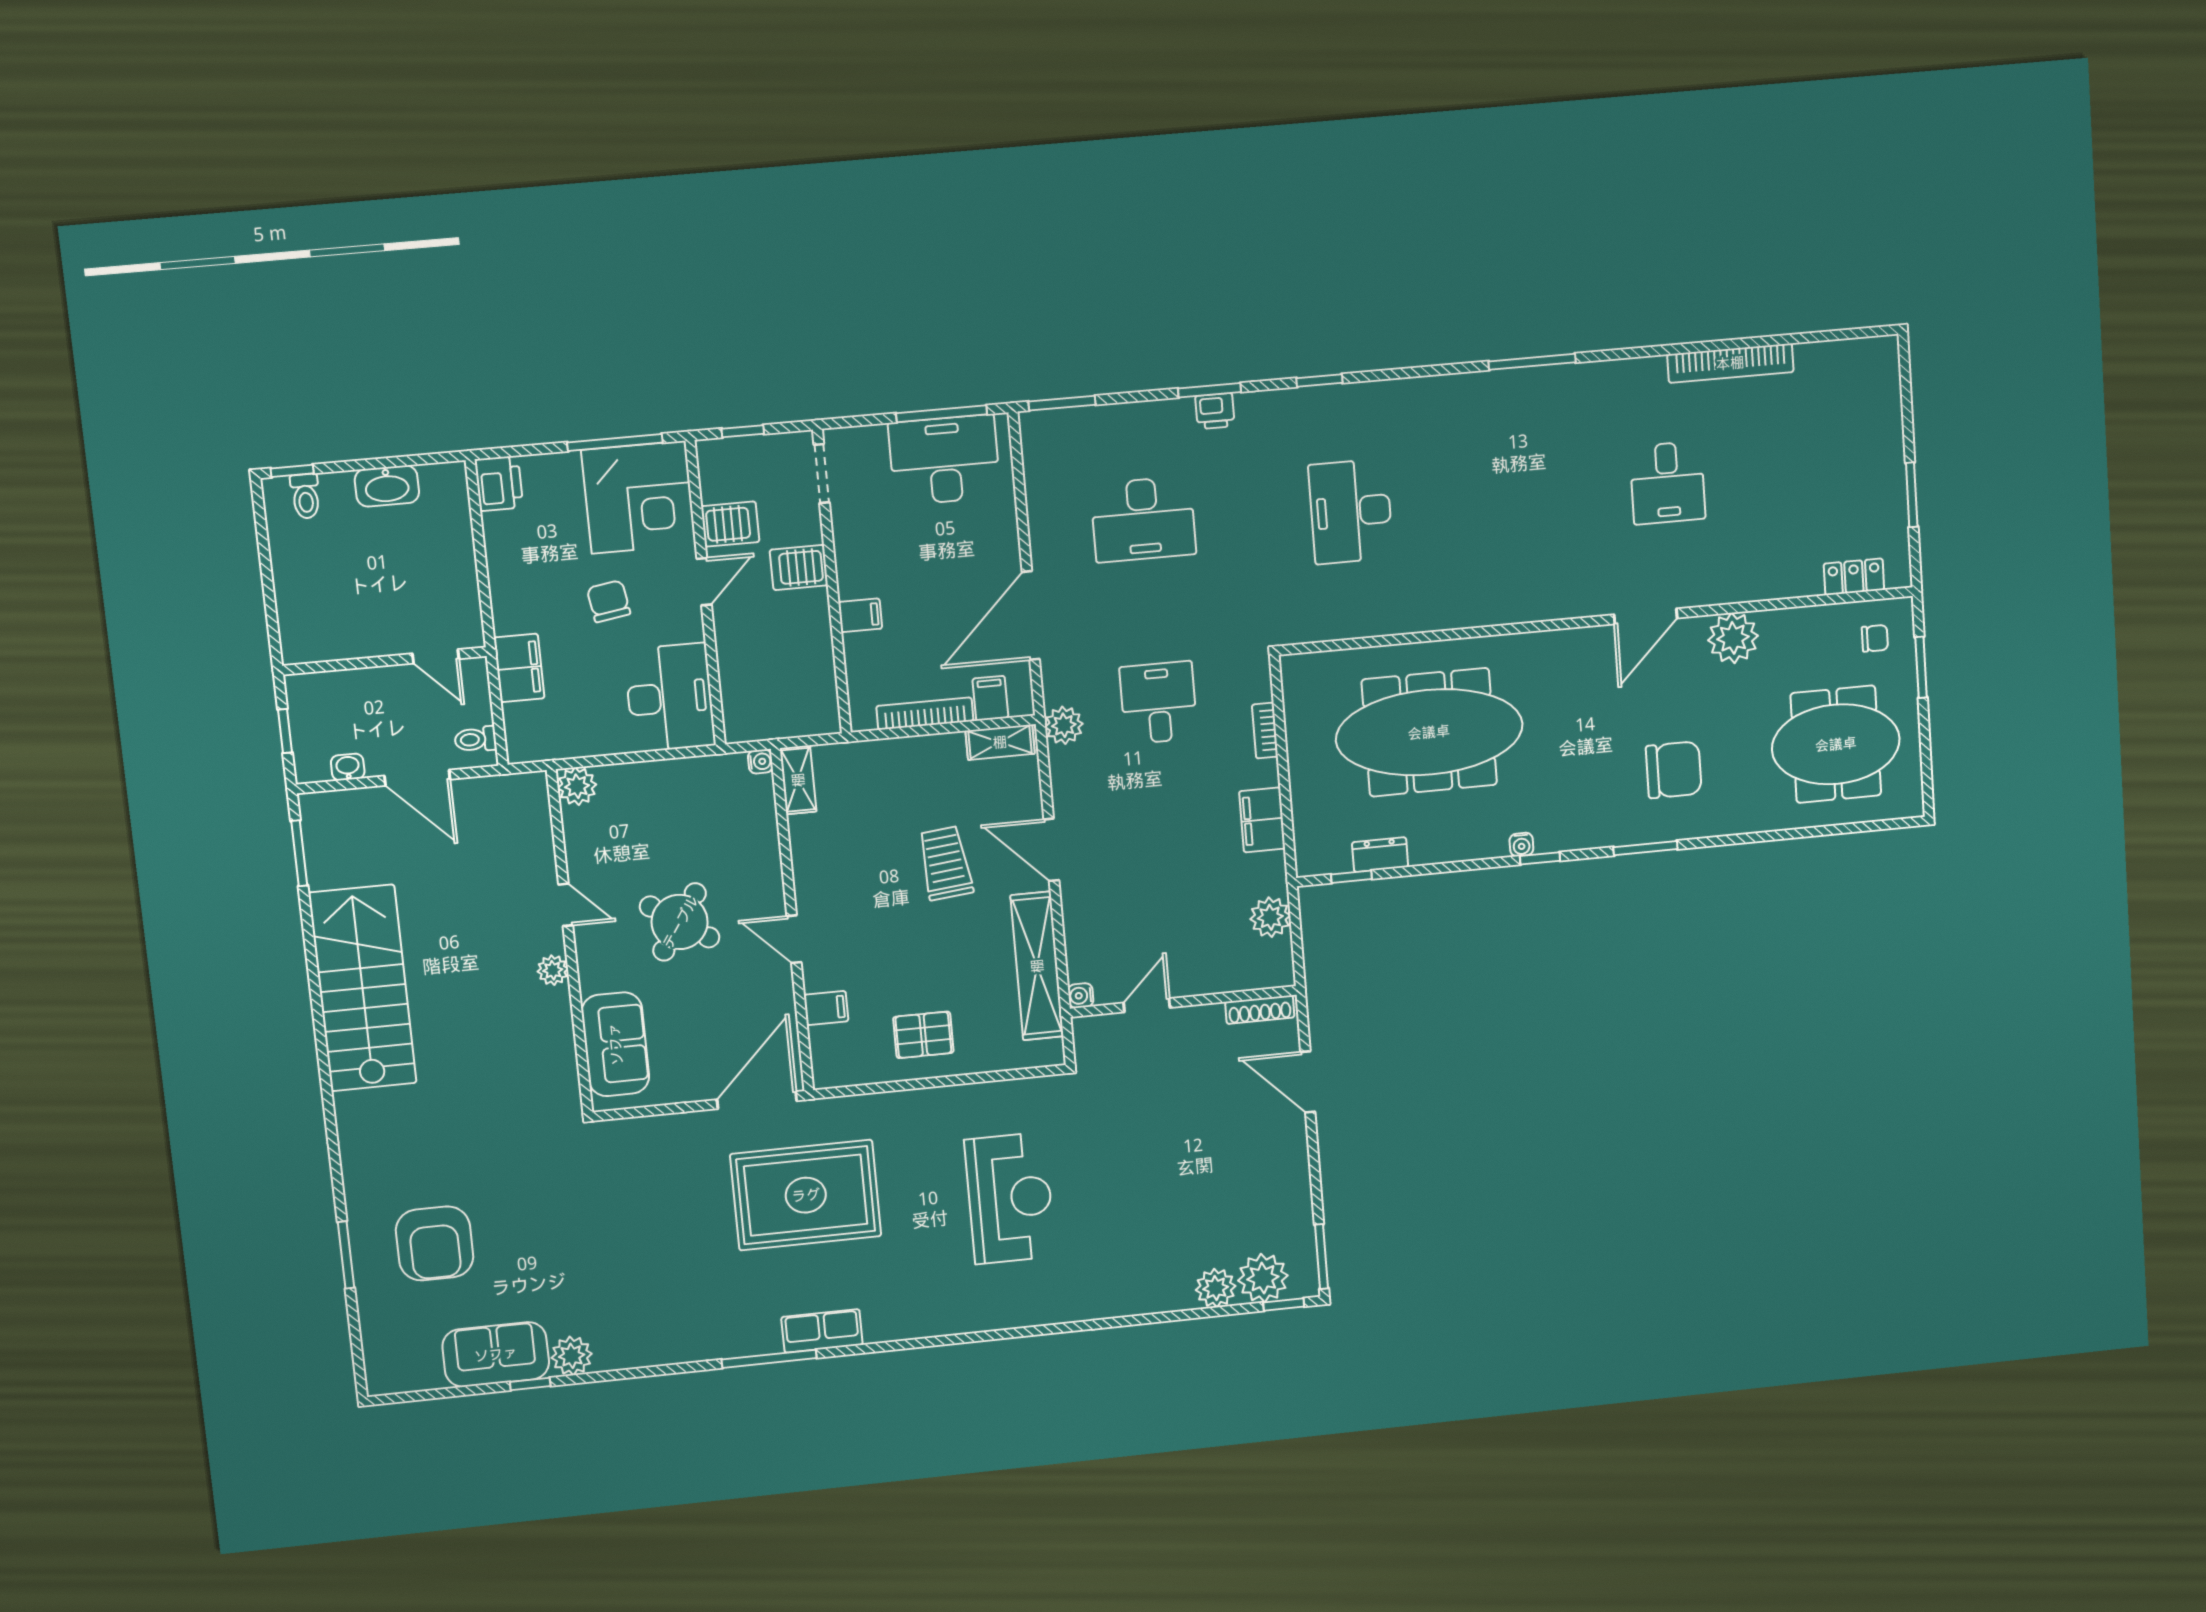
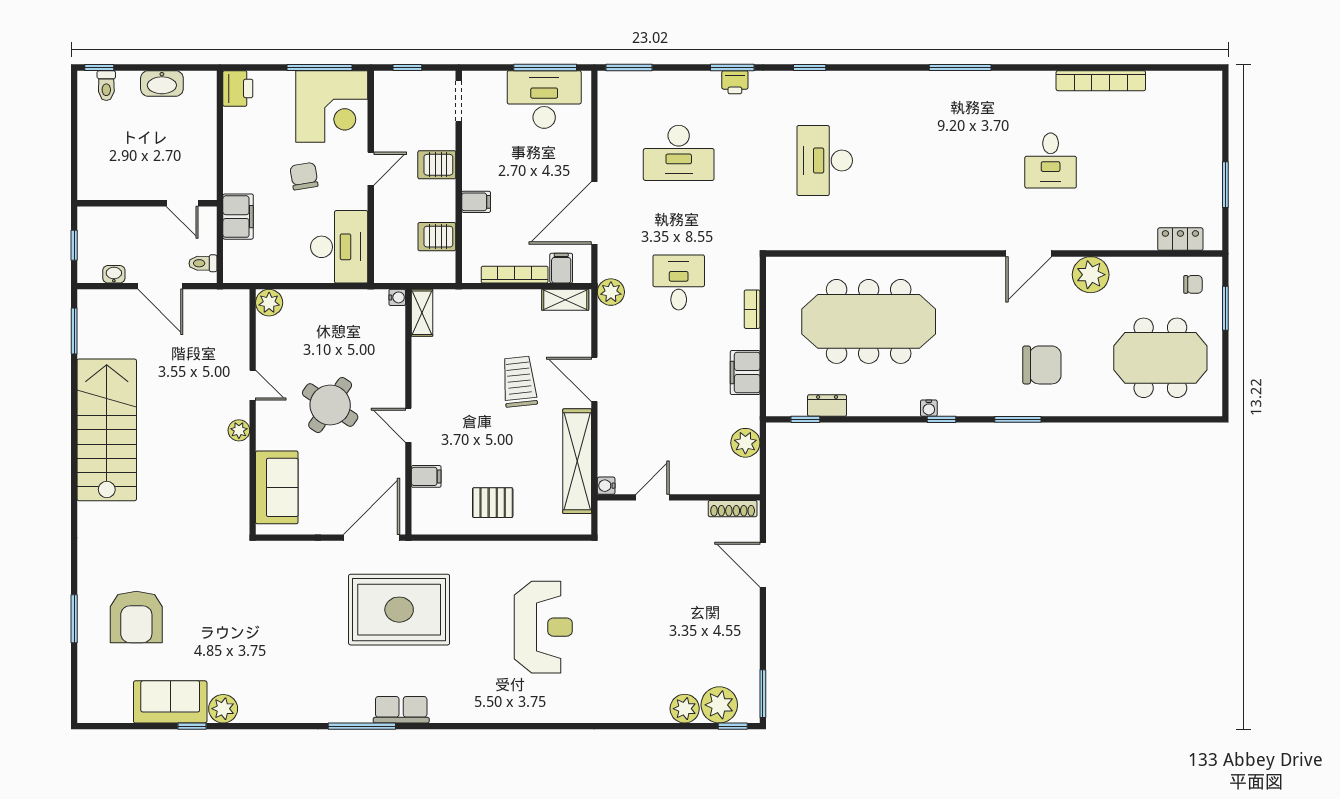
server rack: (730, 524) -> (437, 237), moved, turned 180

